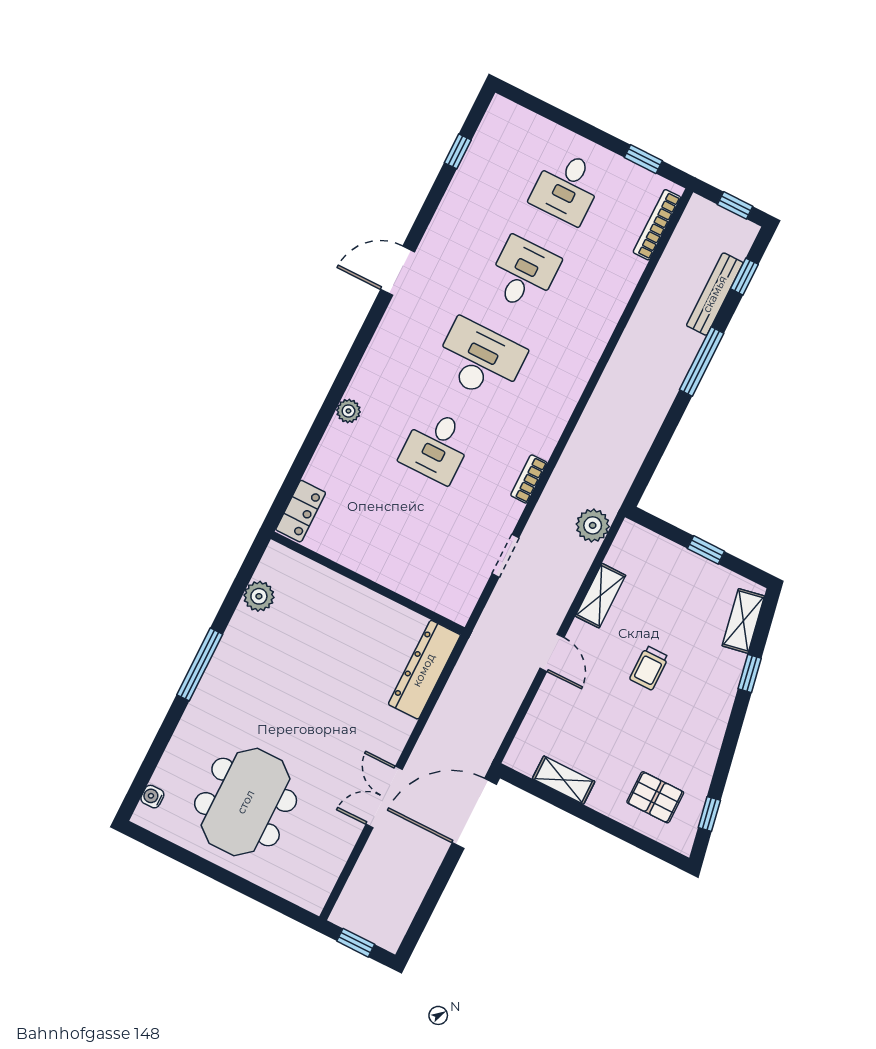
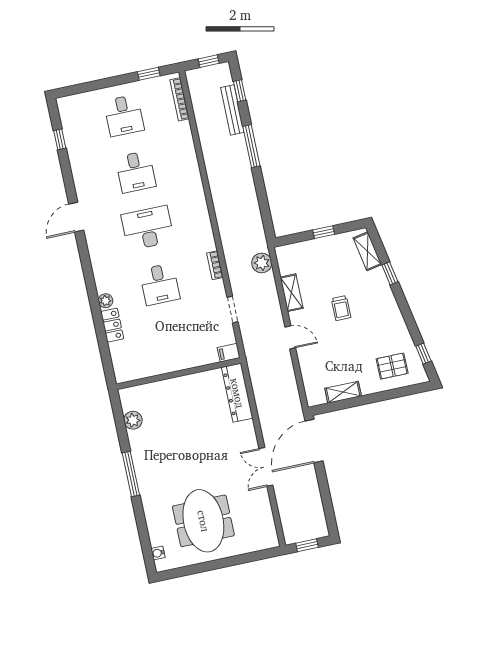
desk: (523, 274) -> (136, 172), turned 180
locker: (301, 511) -> (112, 325), moved
filing cabinet: (455, 608) -> (229, 353), added

